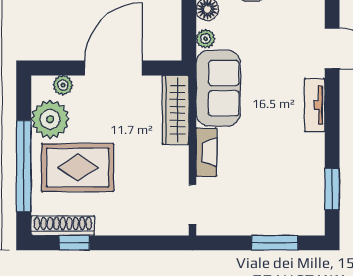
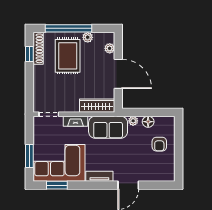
plant: (50, 119) -> (88, 37), width x0.53, depth x0.53
corner sofa: (288, 185) -> (59, 163), added

